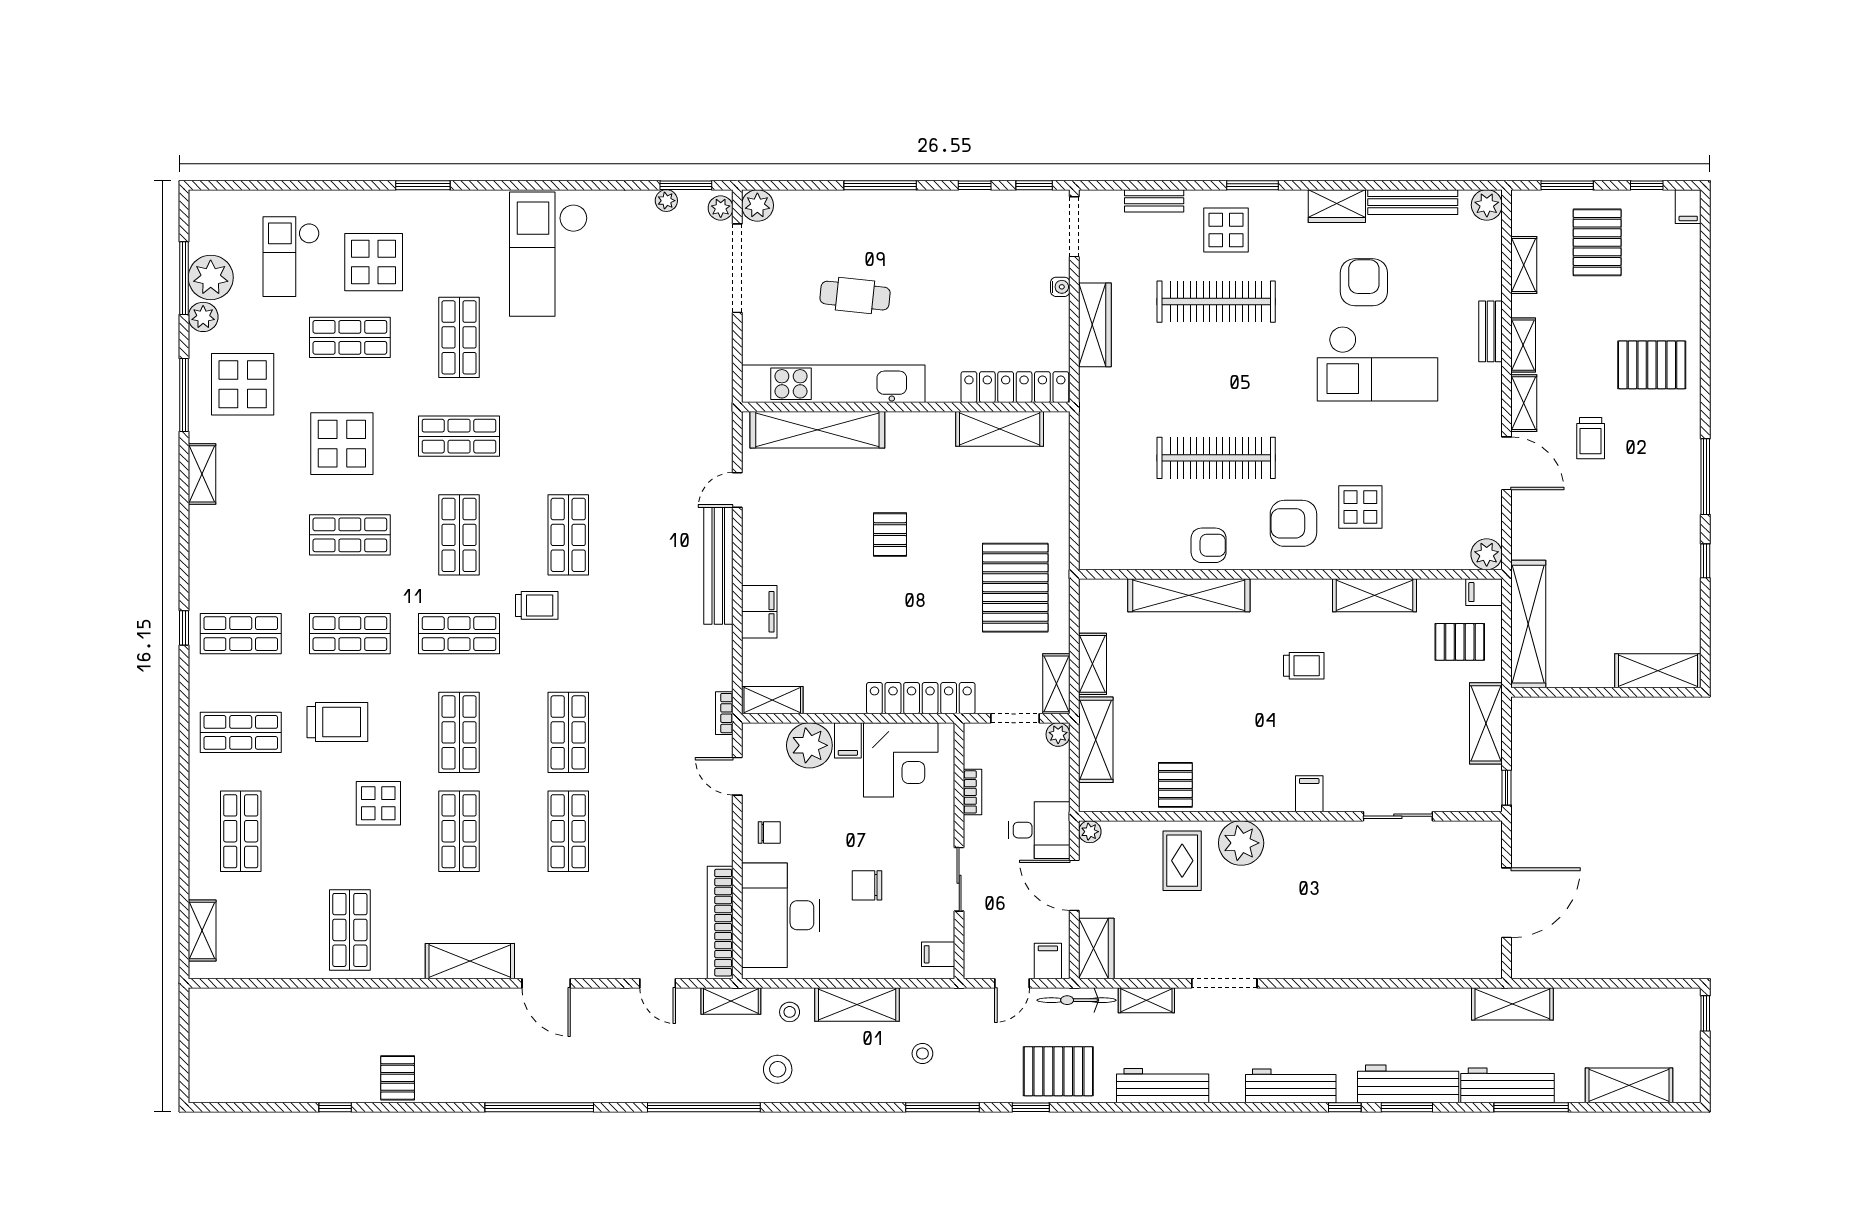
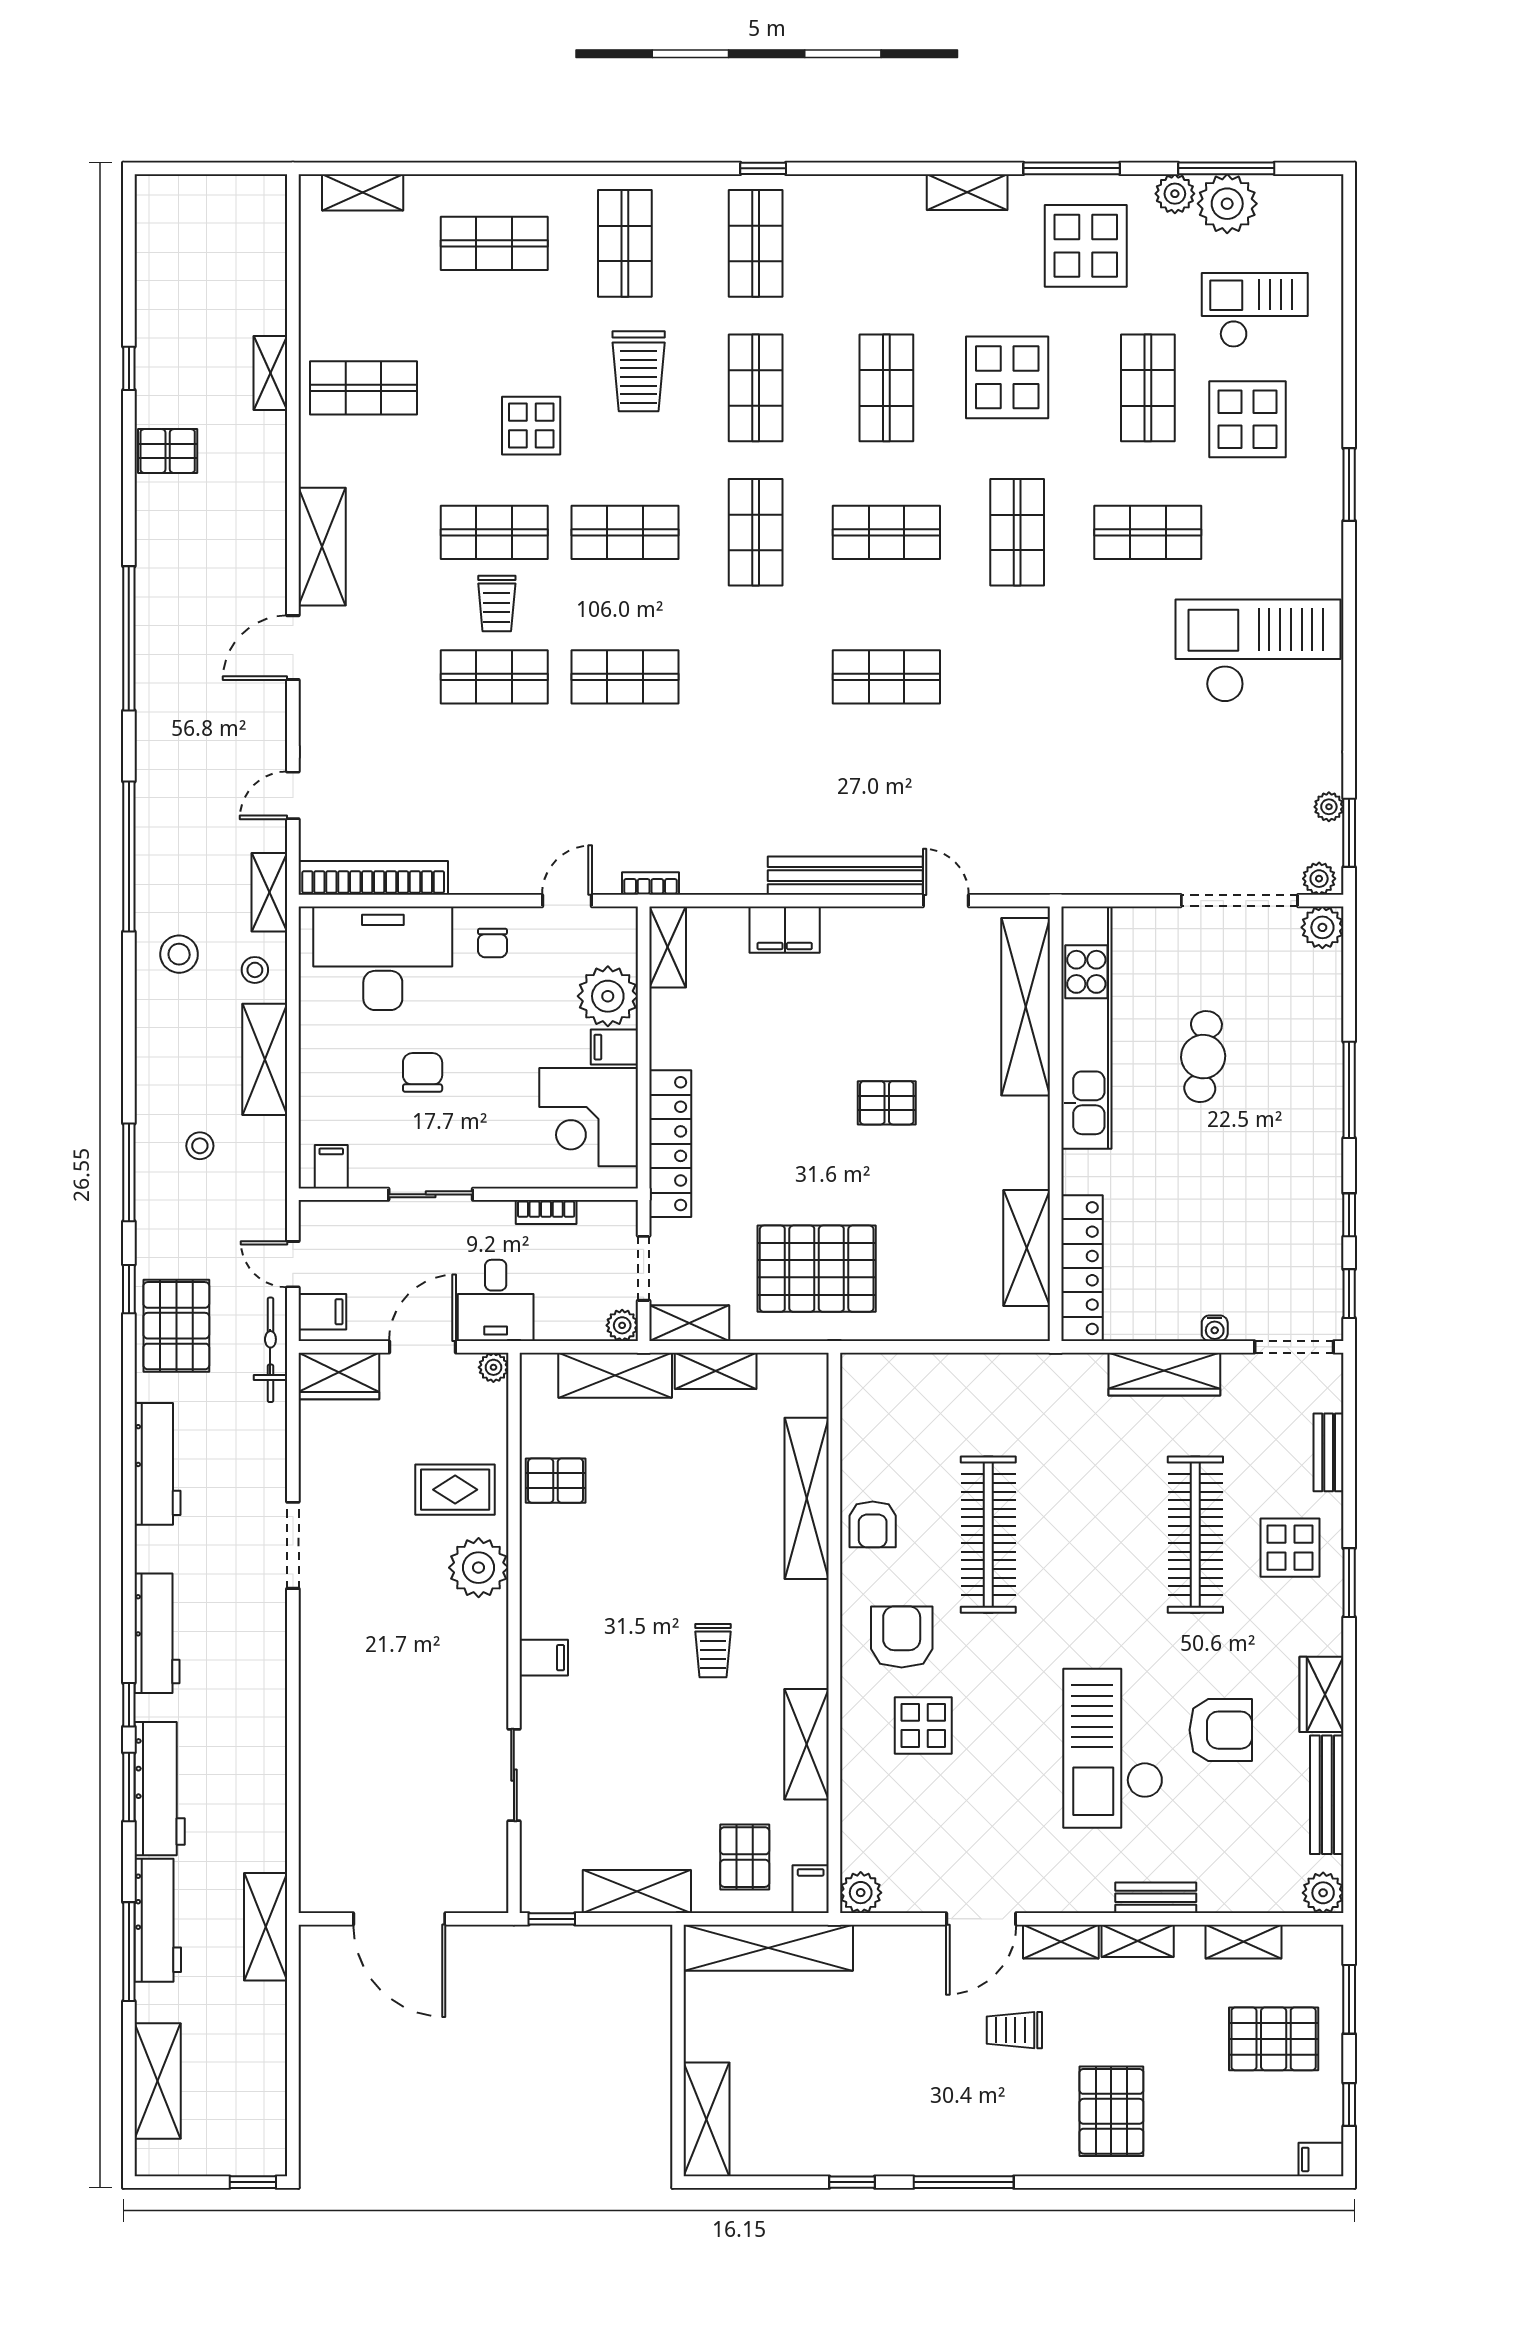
trolley: (537, 605) -> (497, 603), moved
shelving: (1146, 1000) -> (270, 373), moved

